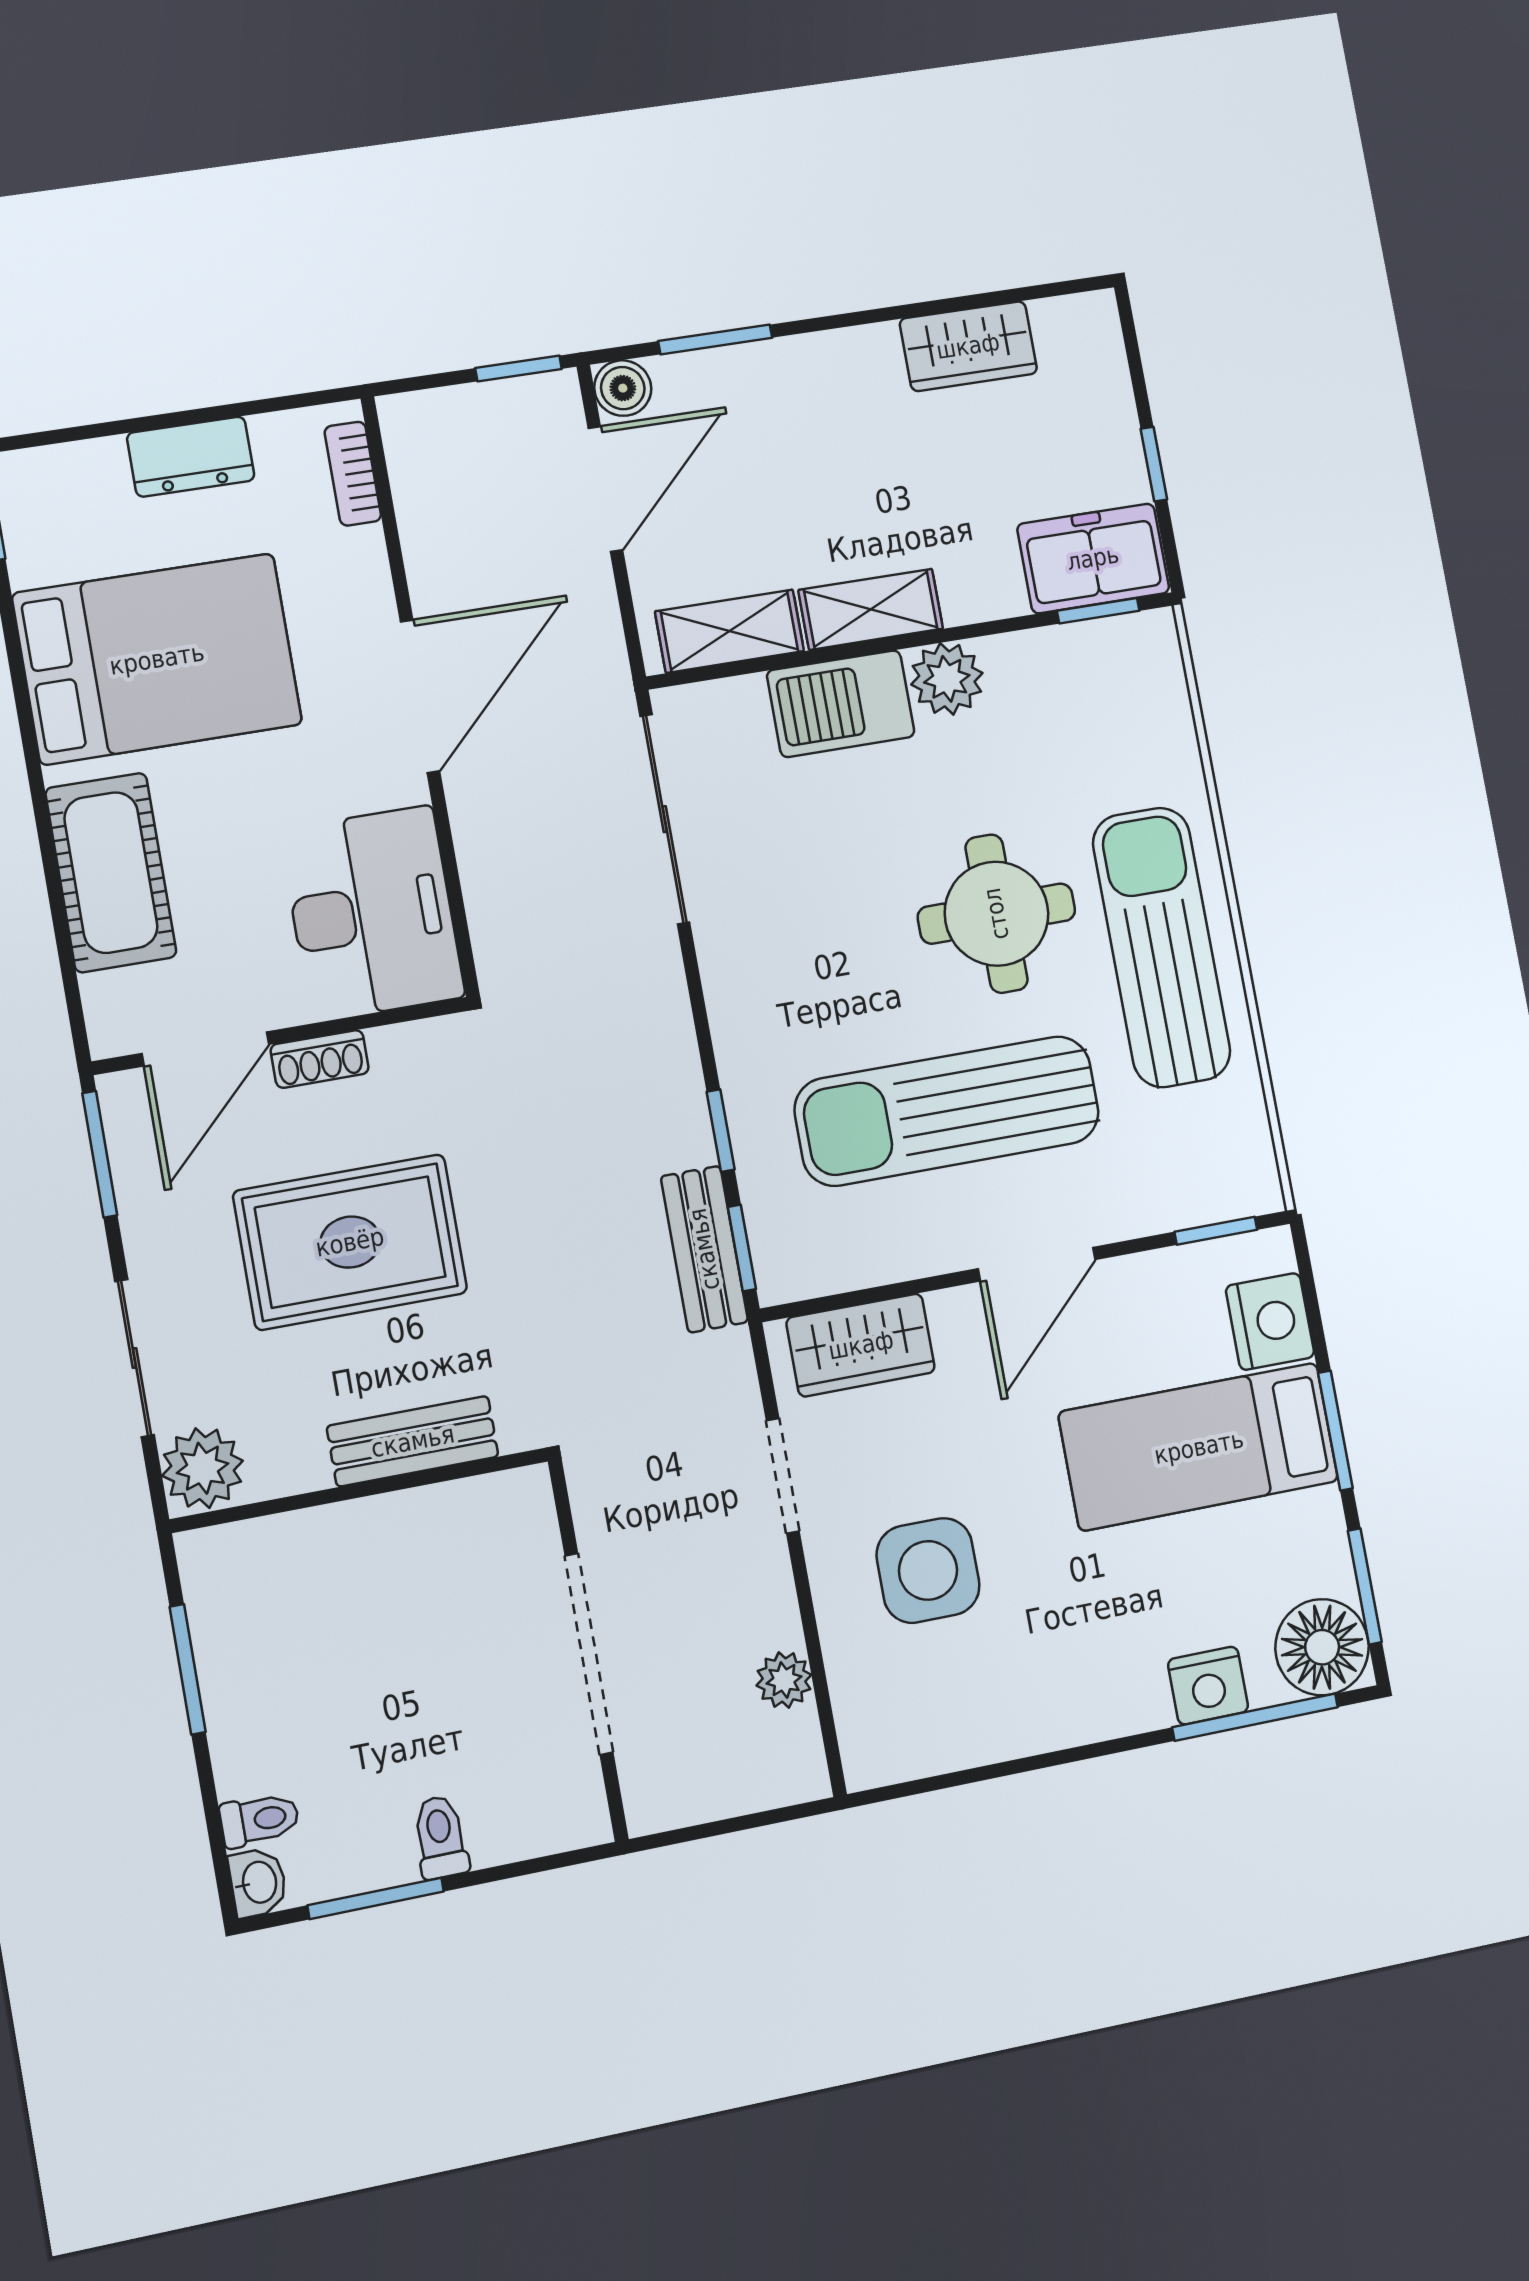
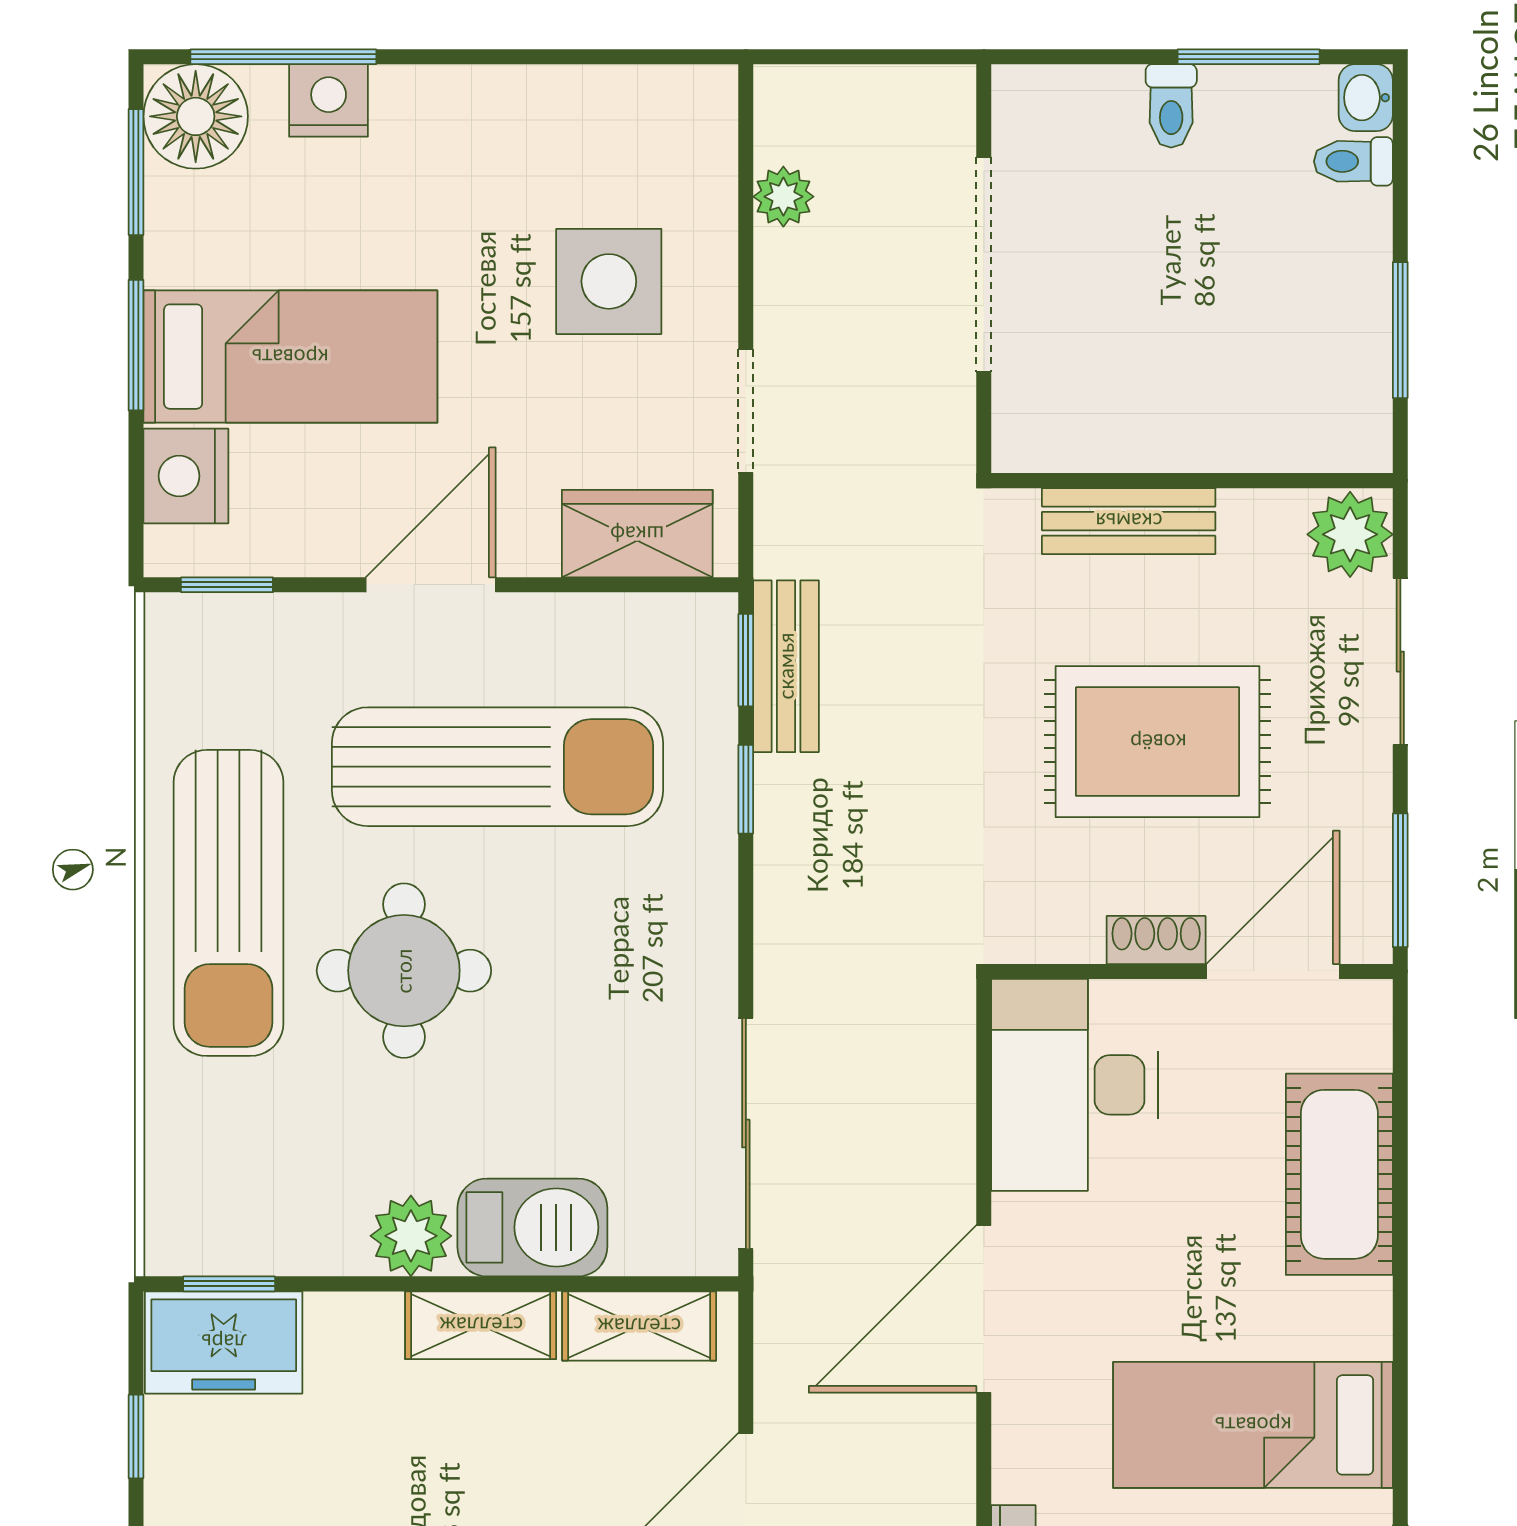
bed: (157, 659) -> (1253, 1425), width x0.67

